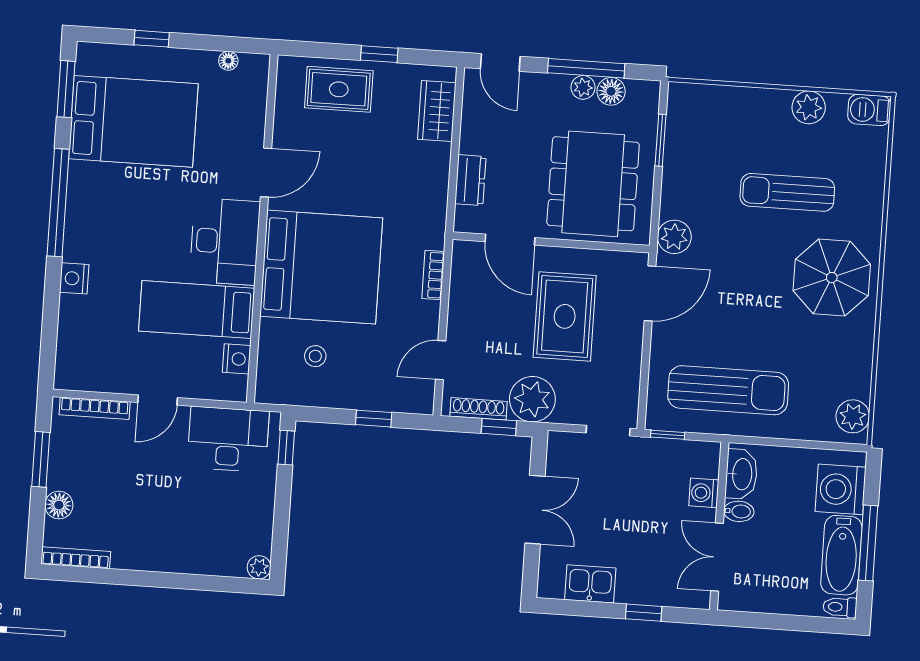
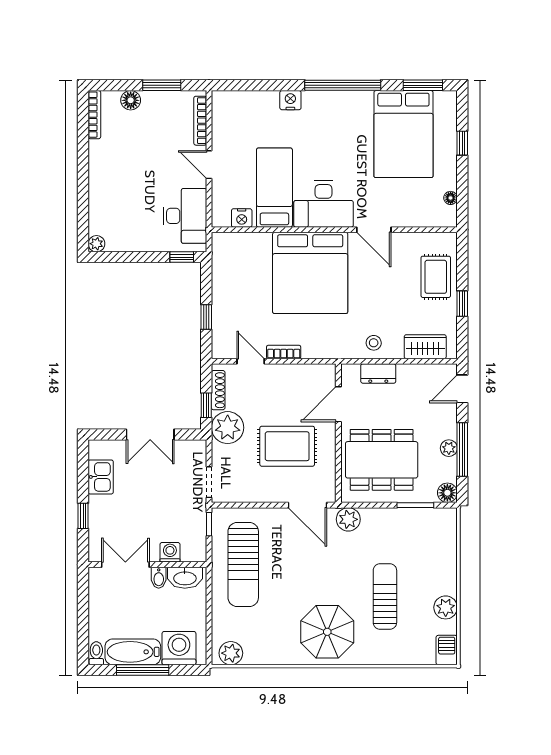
floor lamp: (611, 91) -> (447, 493), moved
bookcase: (433, 275) -> (284, 352), moved
stool: (315, 356) -> (374, 343), moved

